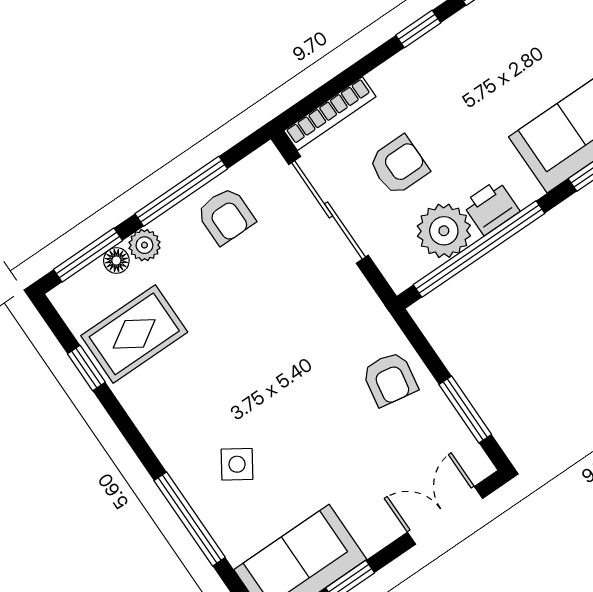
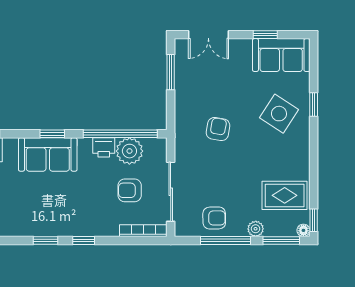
armchair: (226, 216) -> (214, 218), turned 89
floor lamp: (116, 260) -> (303, 230), moved
window: (86, 368) -> (314, 220), moved
armchair: (390, 379) -> (218, 129), moved
side table: (237, 464) -> (279, 114), width x1.87, depth x1.87
window: (190, 519) -> (314, 105), width x0.46

